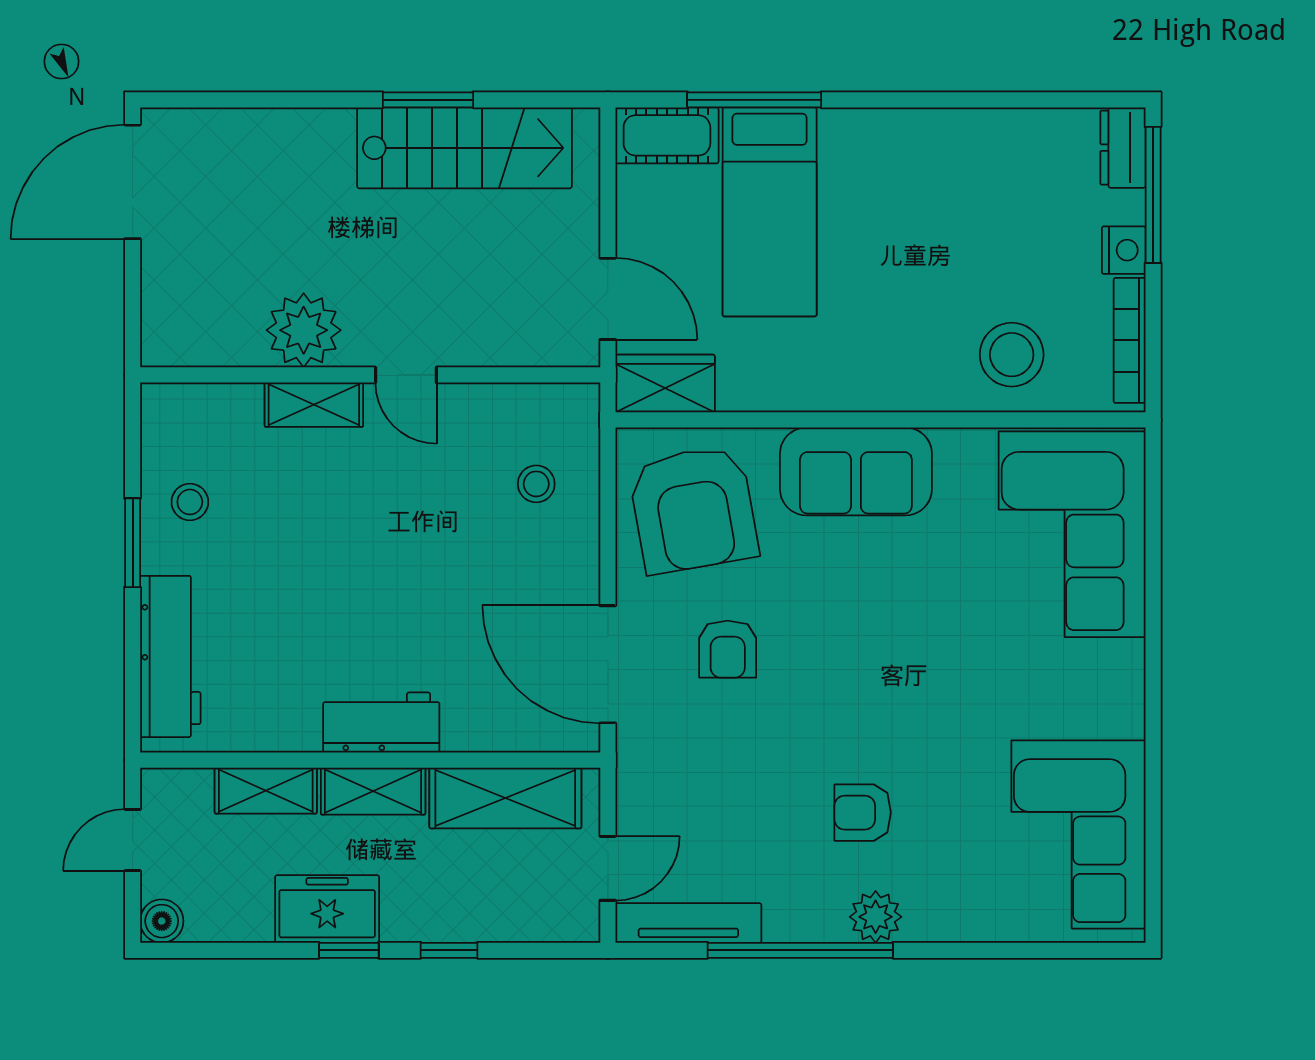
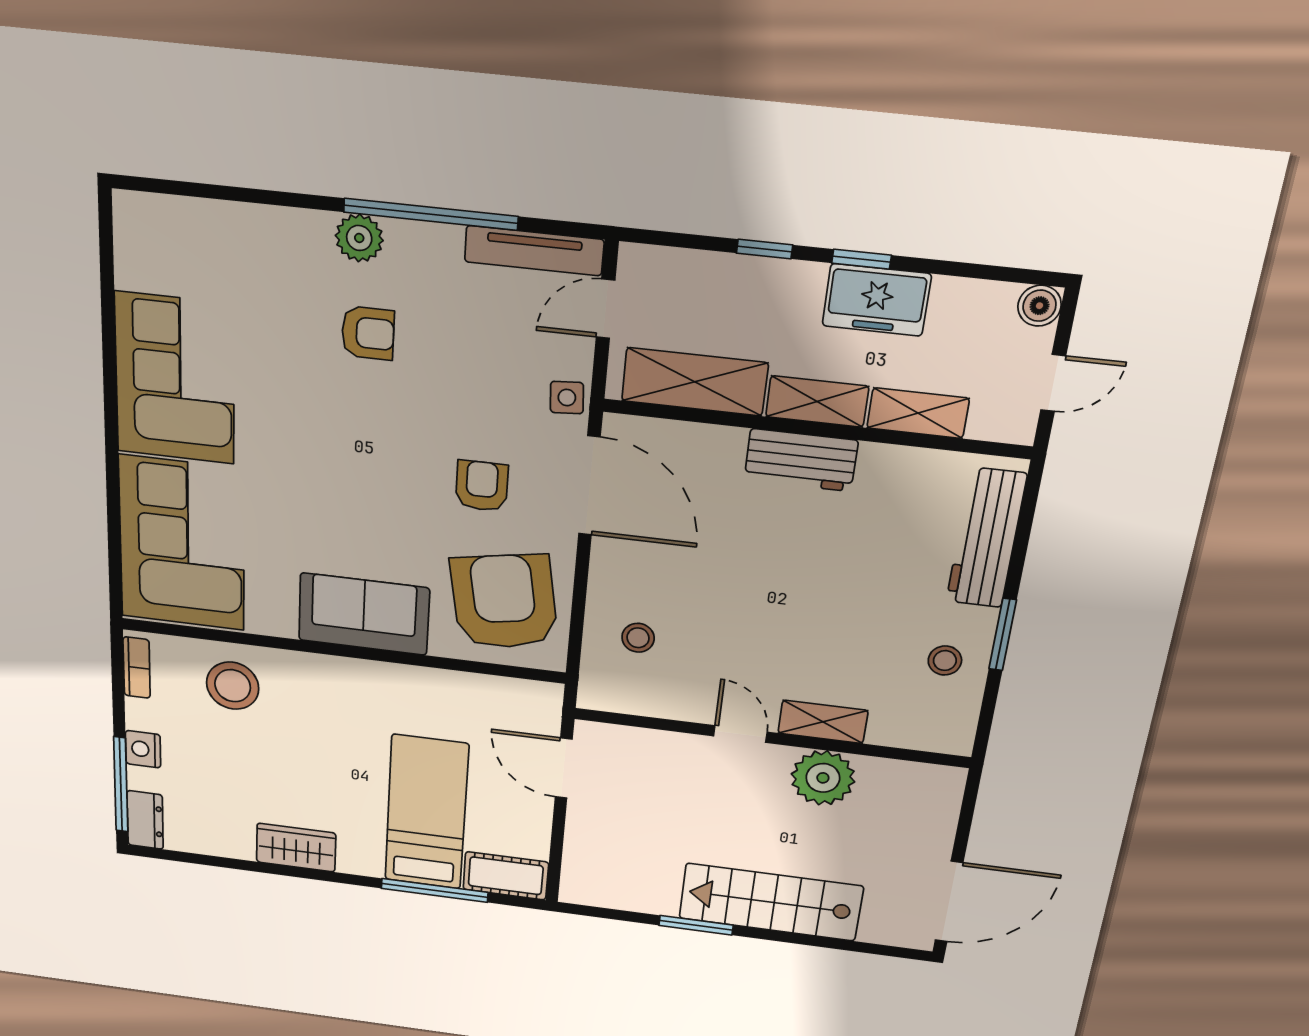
stairs: (465, 148) -> (771, 902), moved
bookcase: (1130, 340) -> (137, 668), width x0.64
wardrobe: (665, 384) -> (296, 848), moved, turned 180
side table: (641, 764) -> (567, 398), added
corner sofa: (1078, 834) -> (175, 379), moved

